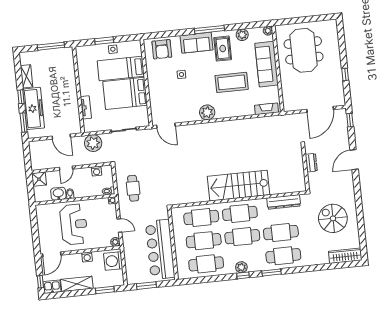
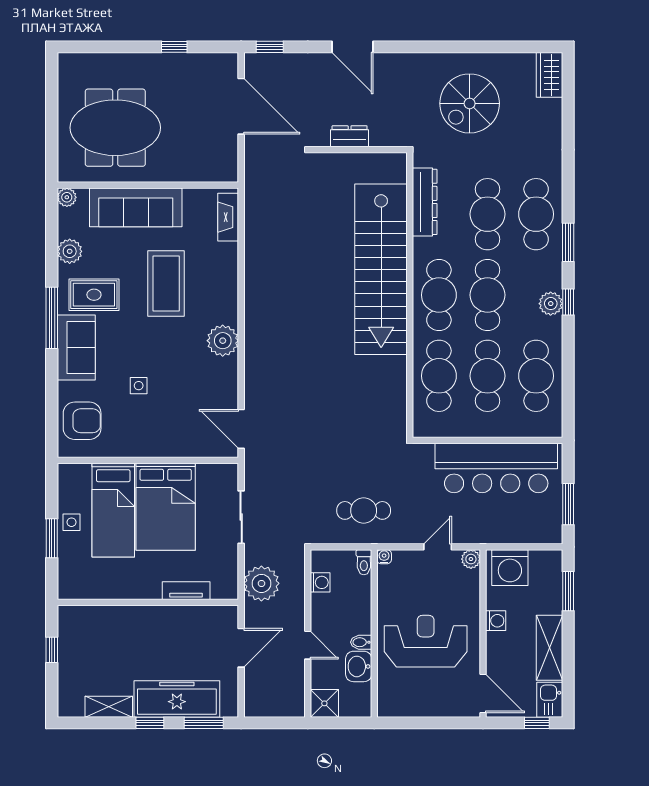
window: (51, 46) -> (52, 650), width x0.46
door: (166, 126) -> (241, 429), swing flipped
stairs: (238, 186) -> (381, 269), width x1.36
wardrobe: (345, 256) -> (549, 75), width x0.67

